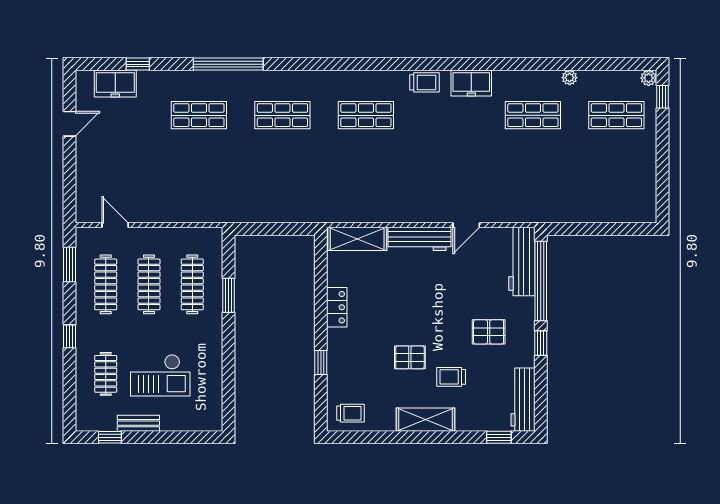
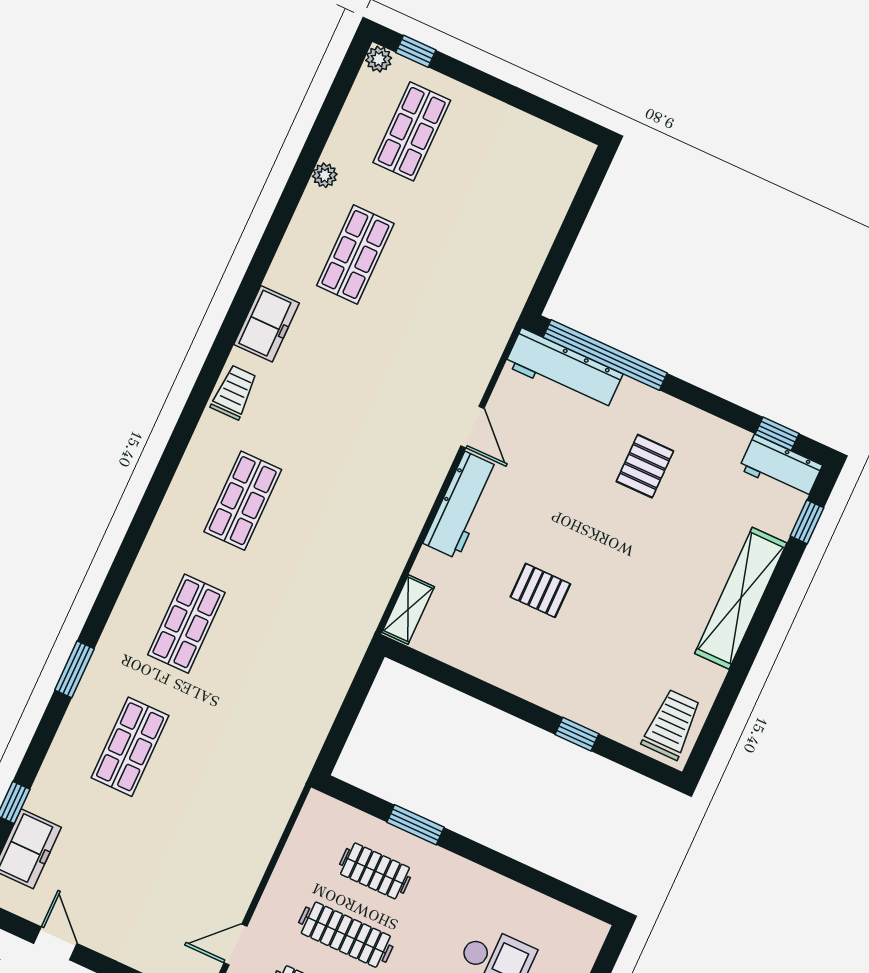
window: (228, 64) -> (74, 669), width x0.47
shelving: (357, 239) -> (408, 609), width x0.67, depth x0.75
clothes rail: (192, 284) -> (375, 871), width x0.73
locker: (337, 307) -> (506, 673), removed
window: (541, 343) -> (777, 434), moved
pallet: (410, 357) -> (540, 590), moved, turned 90
trolley: (451, 377) -> (686, 552), removed
workbench: (523, 400) -> (781, 467), width x0.73
trolley: (351, 413) -> (672, 724), width x1.36, depth x1.39
shelving: (425, 420) -> (741, 598), width x1.47

